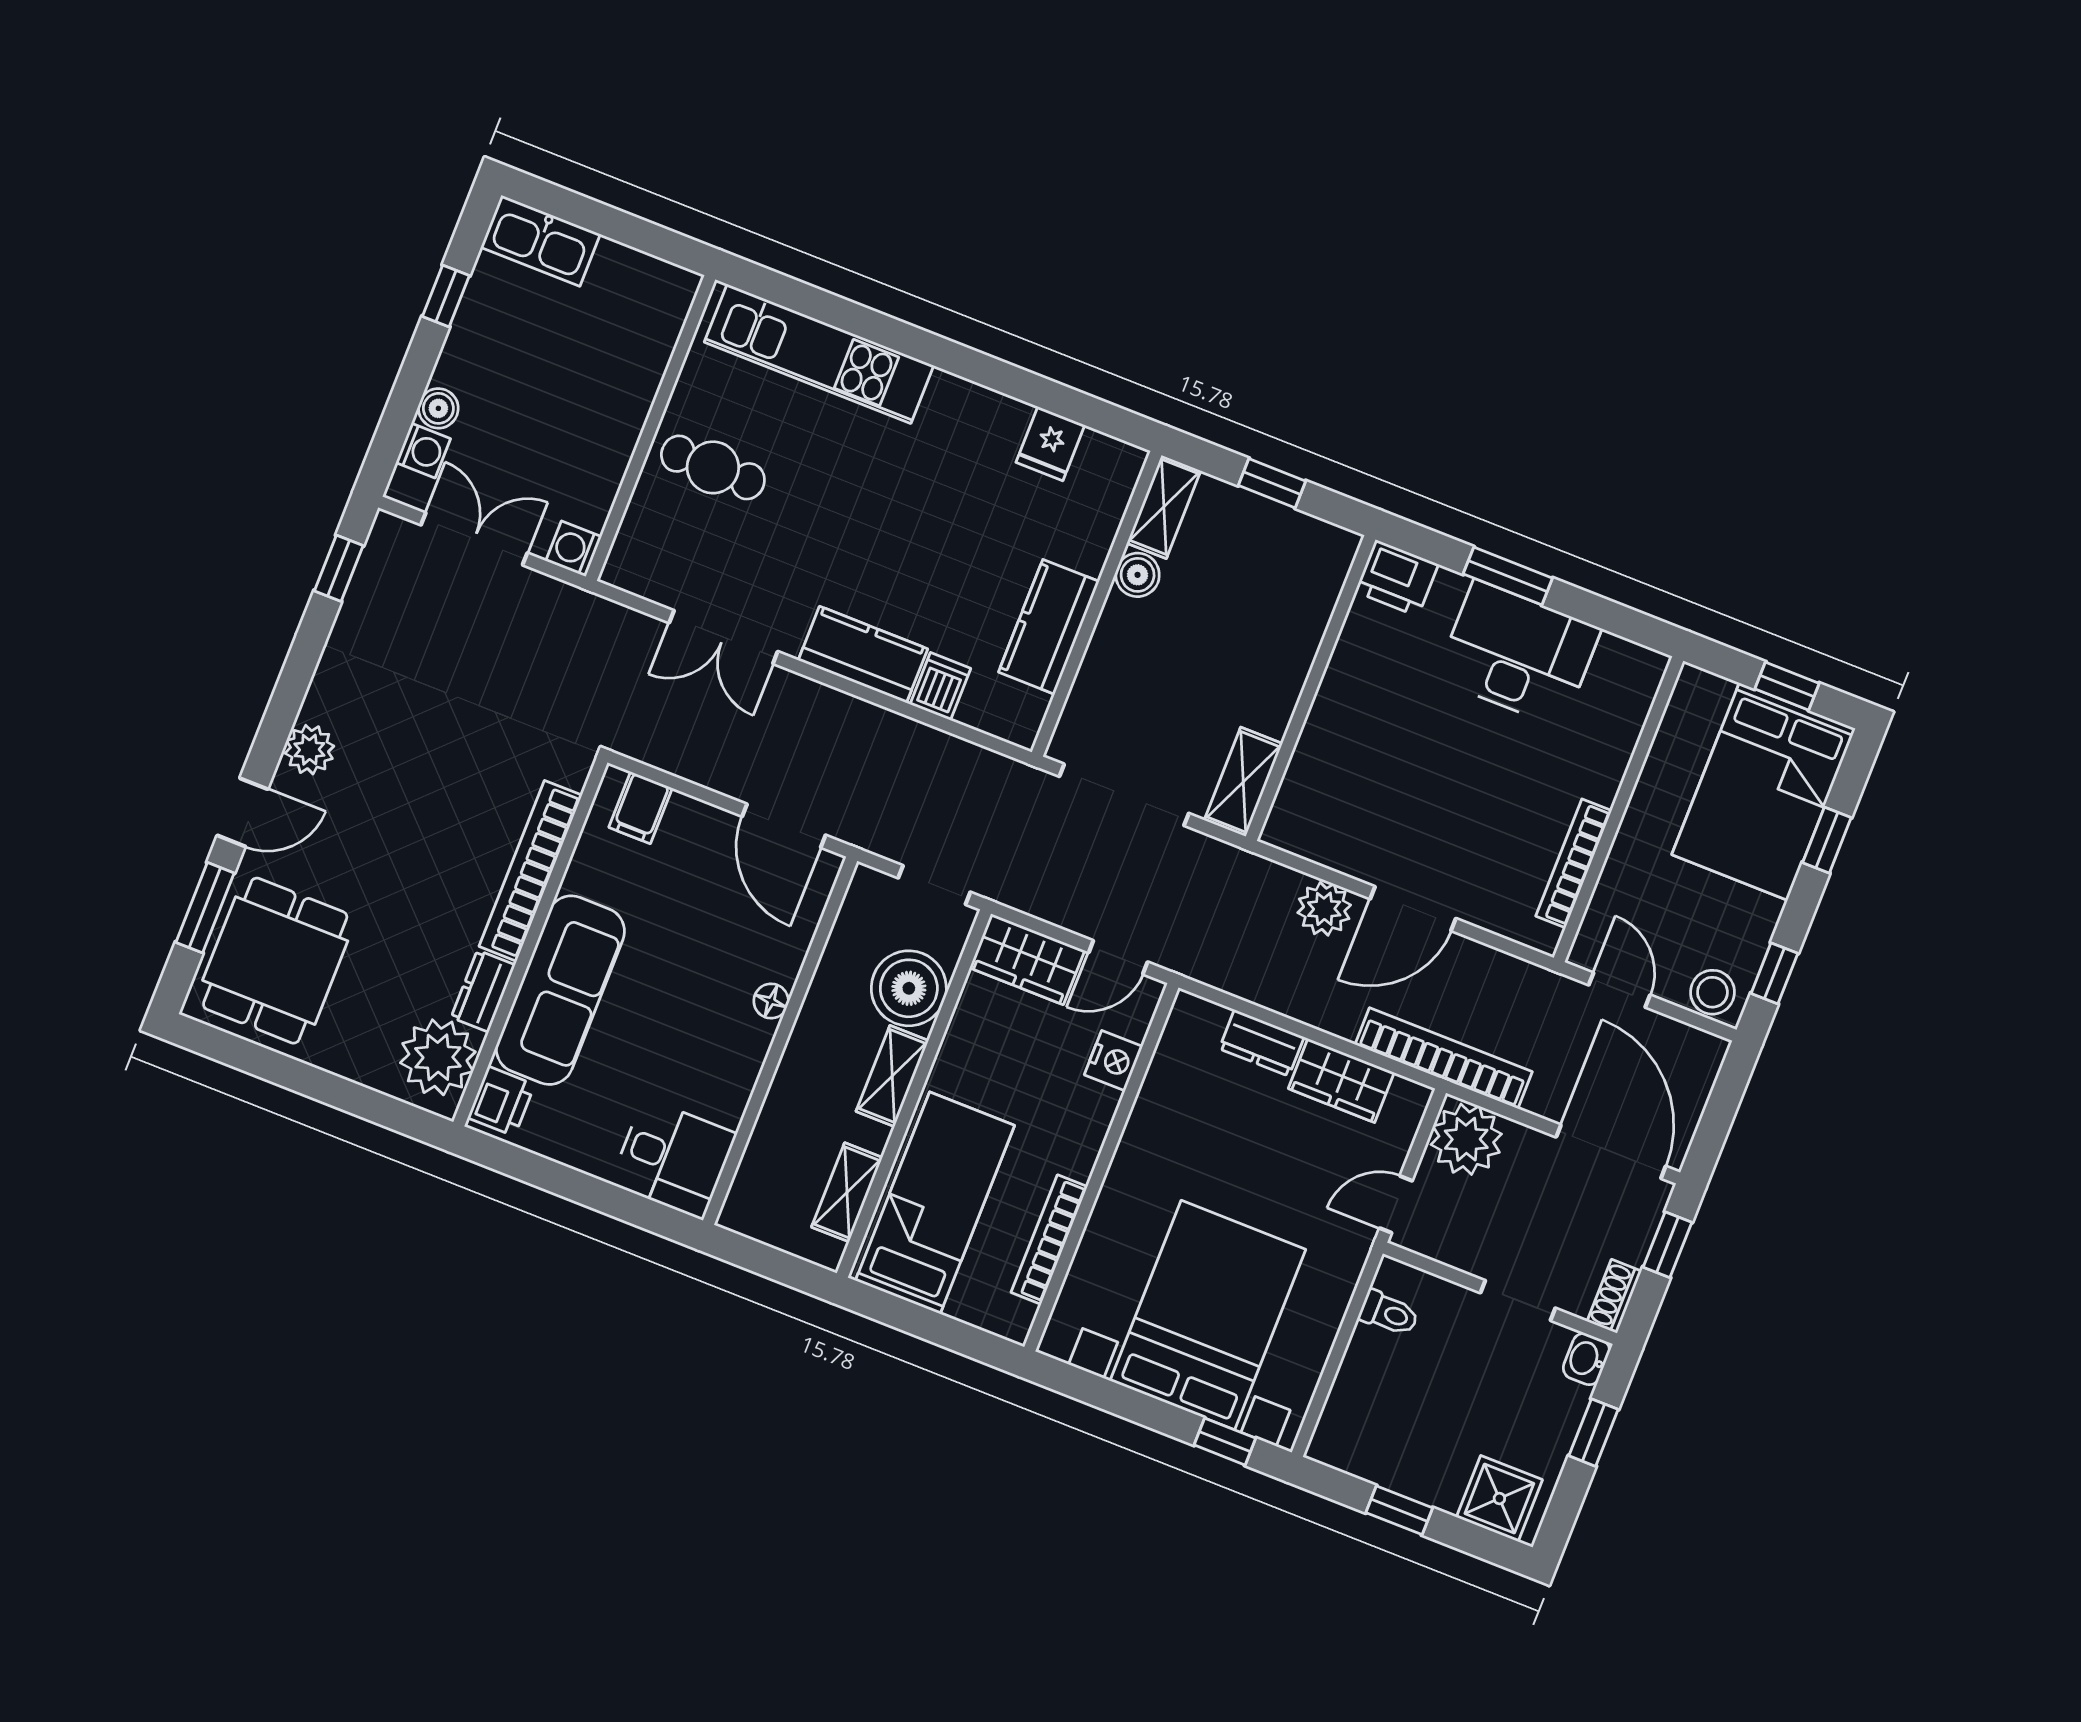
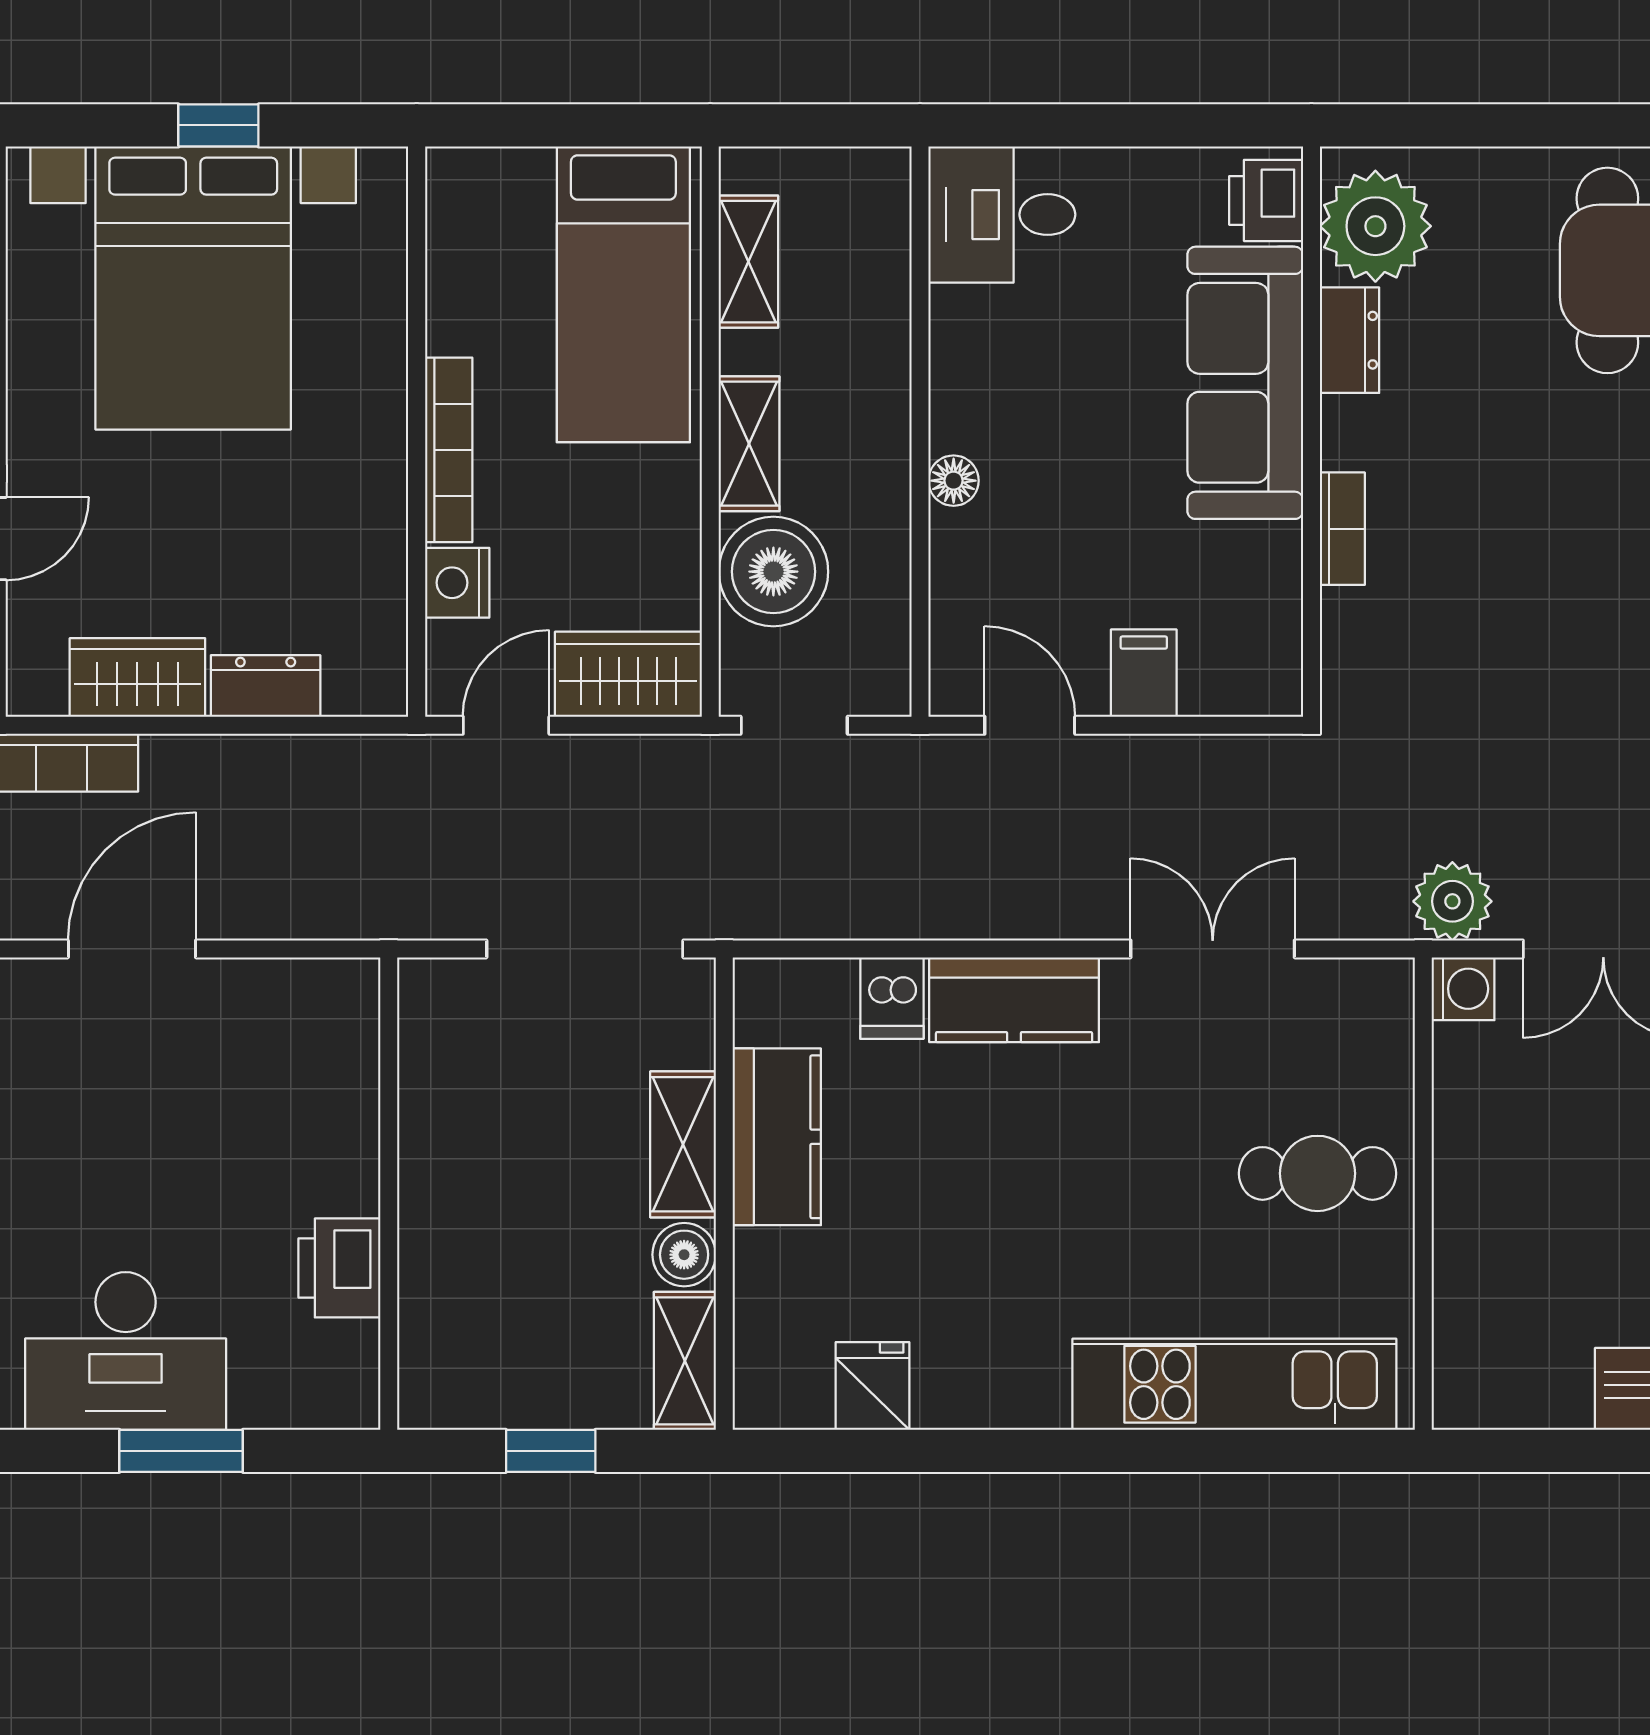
printer: (1397, 578) -> (339, 1268), moved, turned -90
shelving: (1243, 782) -> (683, 1144), moved
filing cabinet: (641, 808) -> (1144, 673), moved
door: (784, 826) -> (1030, 725), width x0.73
bookcase: (531, 871) -> (1342, 529), width x0.43, depth x0.76
plant: (1324, 909) -> (1452, 901), moved
bookcase: (1049, 1239) -> (449, 450), moved
window: (1225, 1442) -> (218, 125), moved

